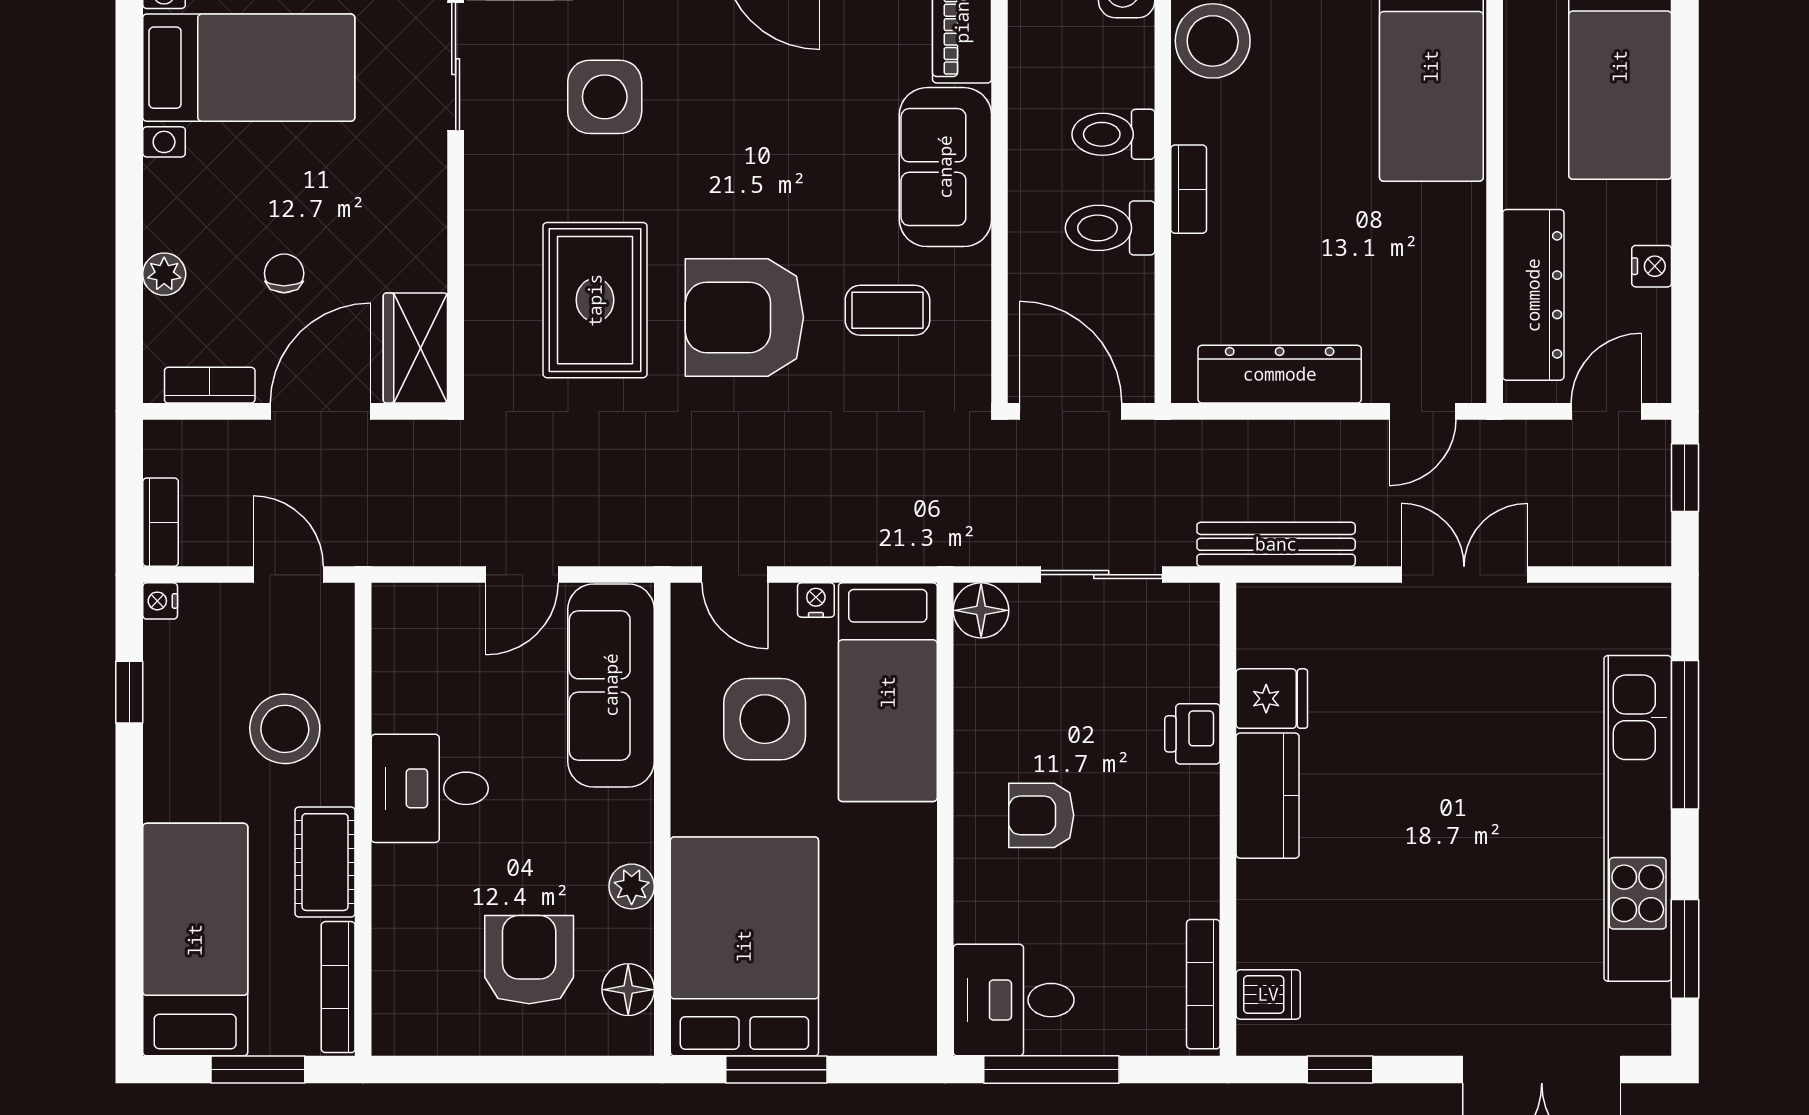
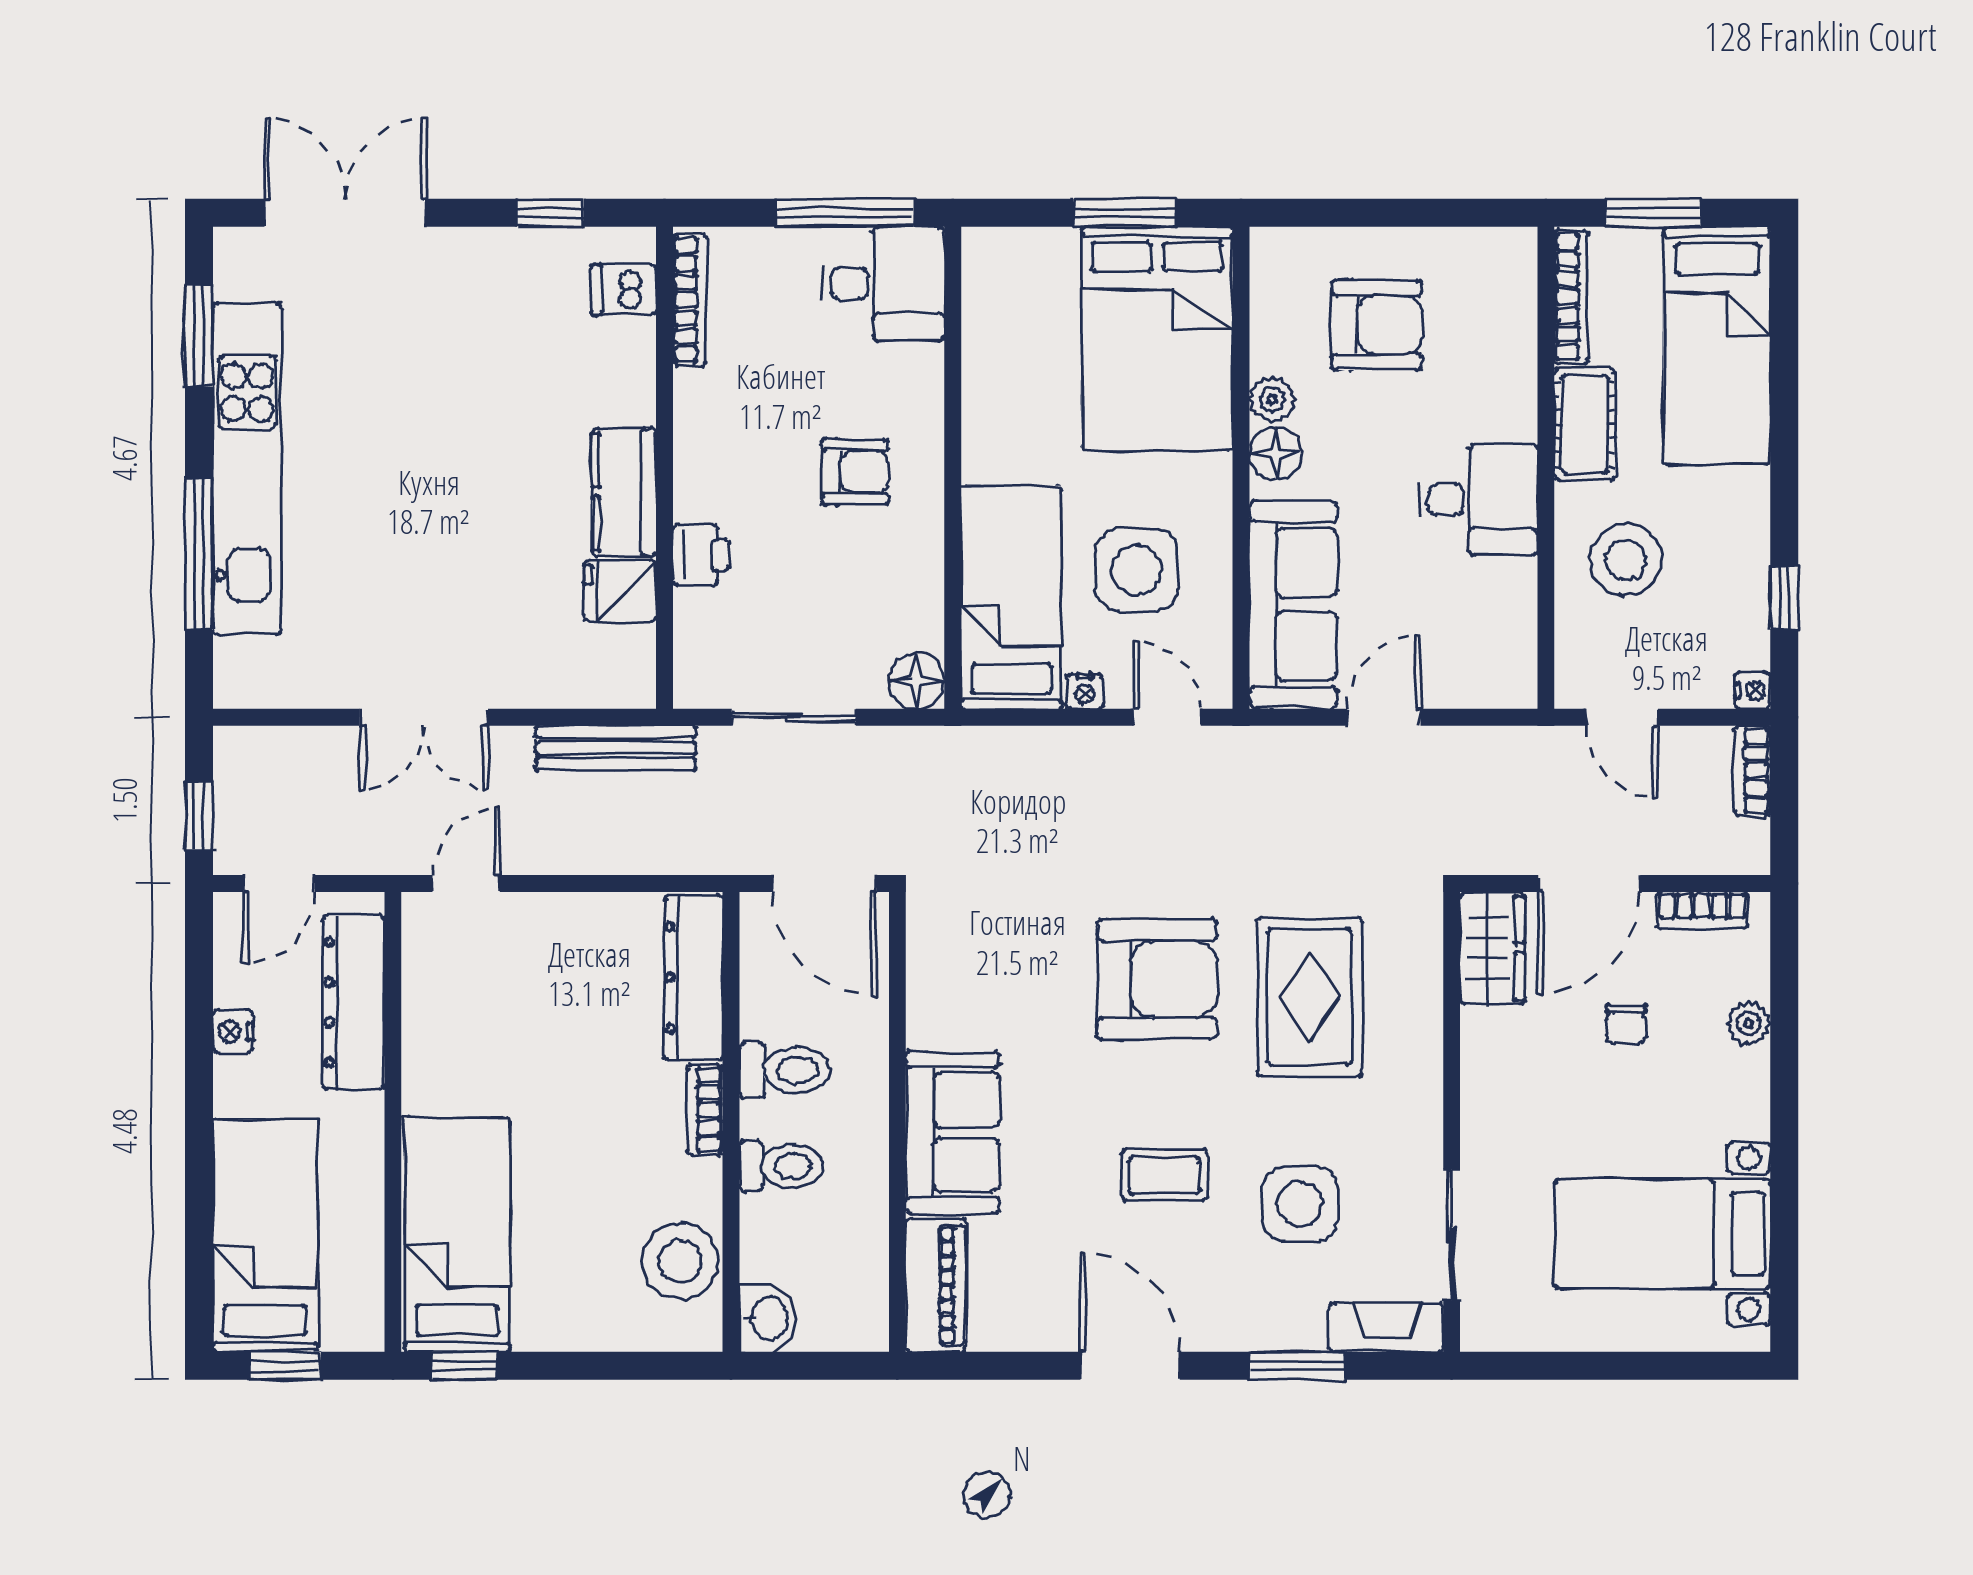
coffee table: (887, 310) -> (1164, 1175), moved
dresser: (1280, 374) -> (693, 977), moved, turned 90
armchair: (529, 960) -> (1377, 325), turned -90
floor lamp: (628, 990) -> (1276, 453), moved

